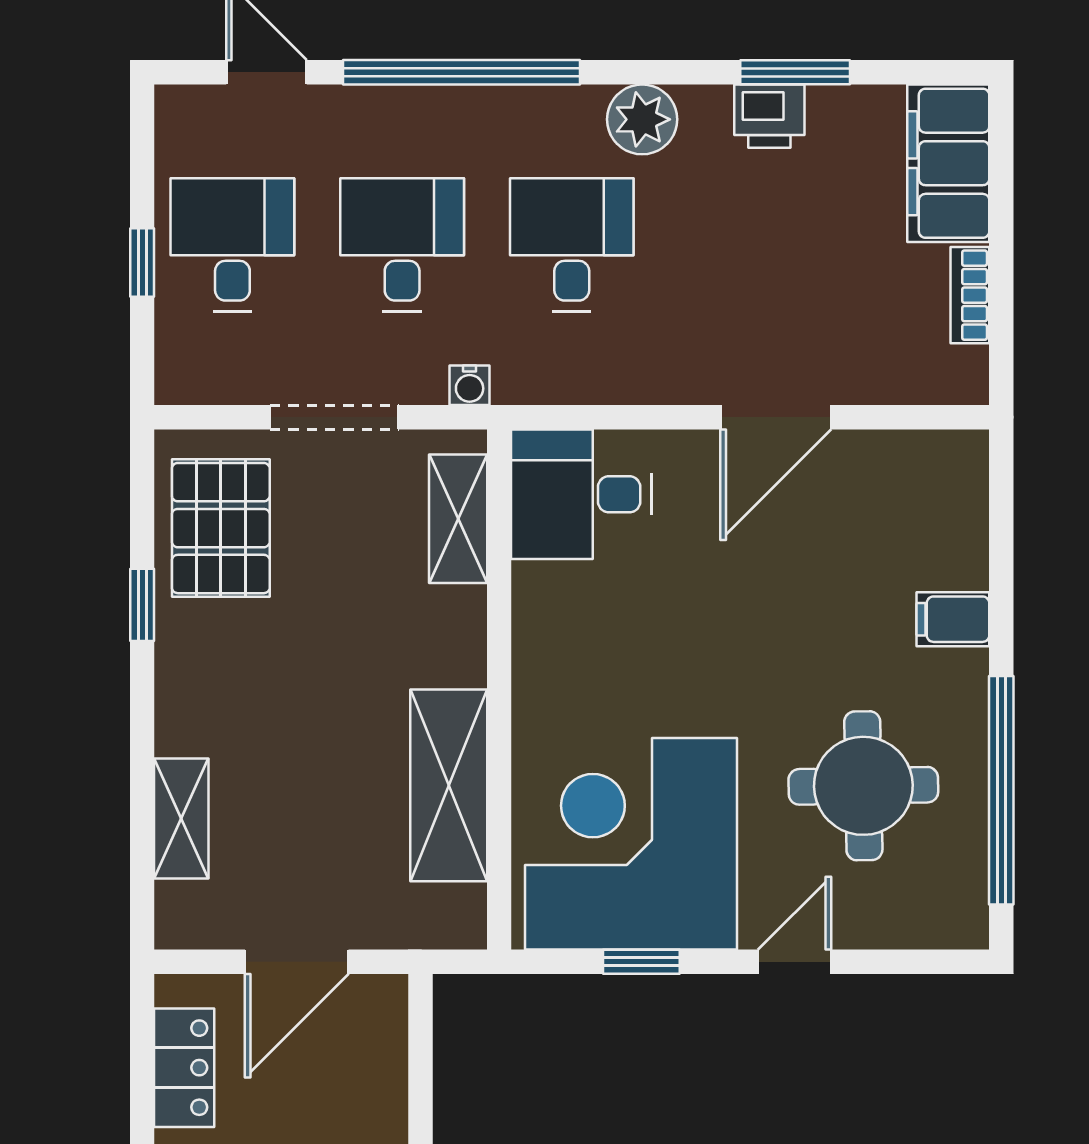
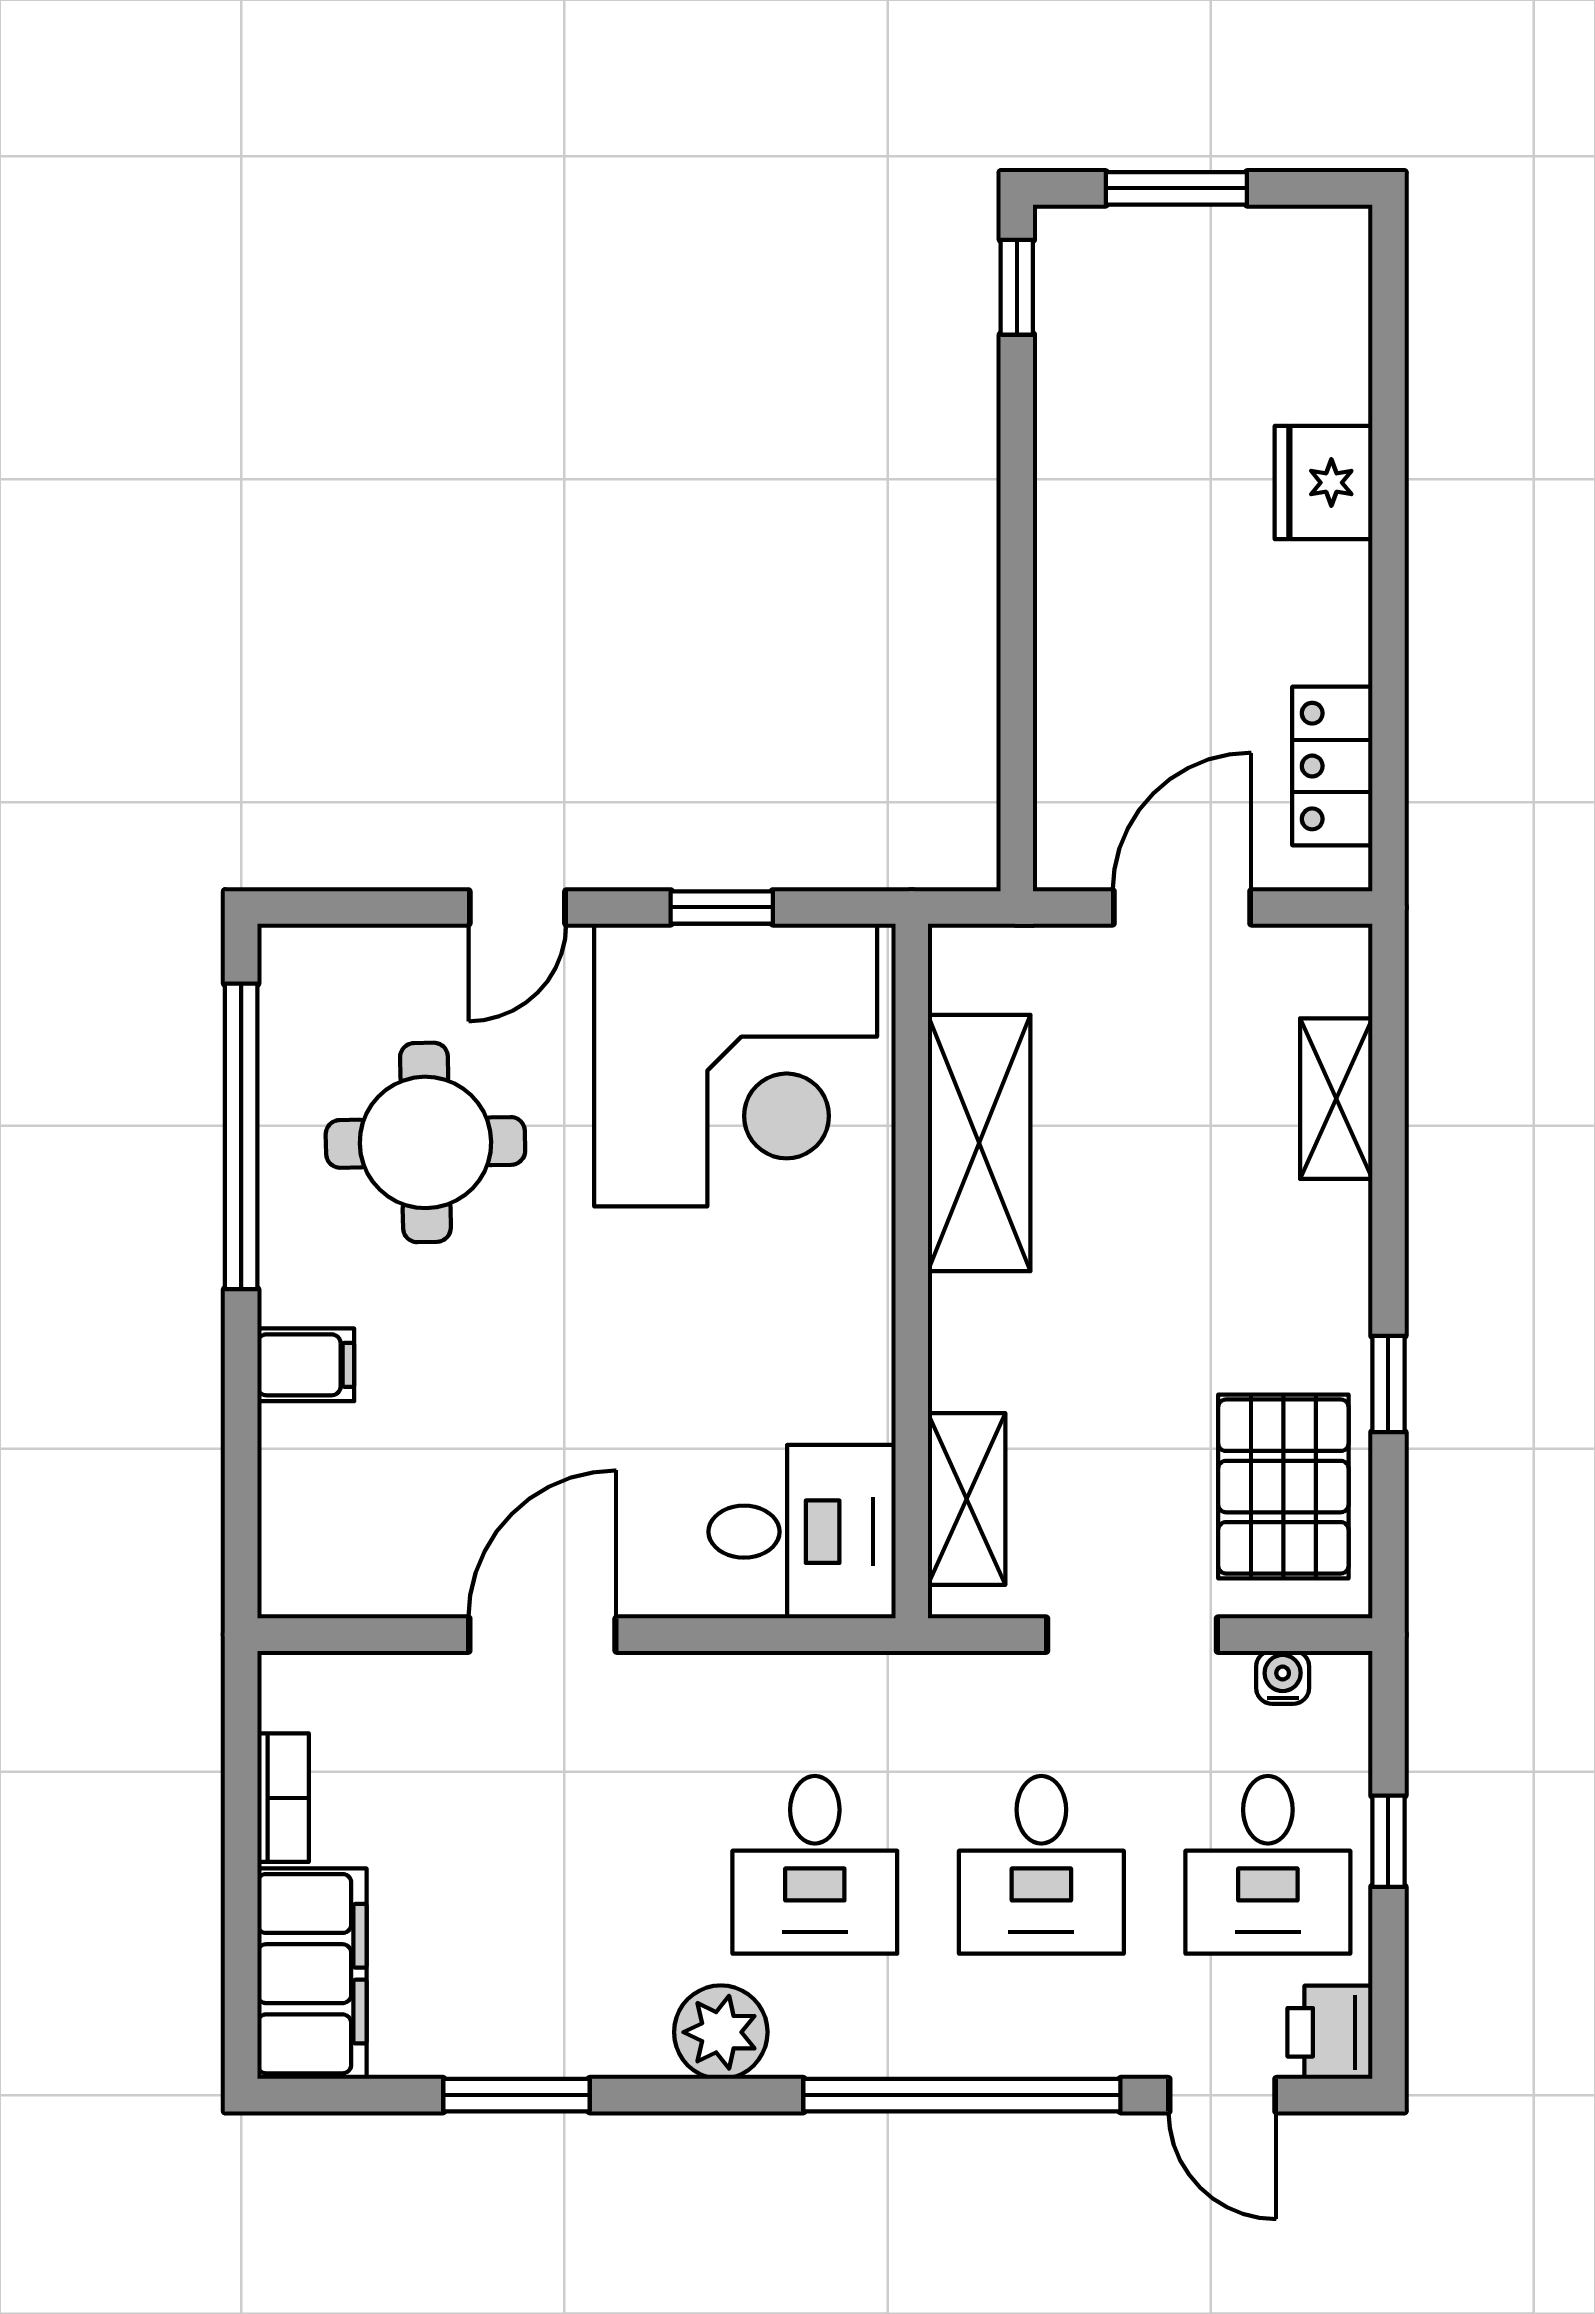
printer: (769, 116) -> (1330, 2032), moved, turned -90
water cooler: (470, 385) -> (1283, 1677), moved

